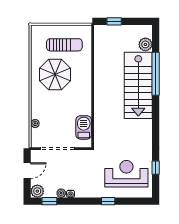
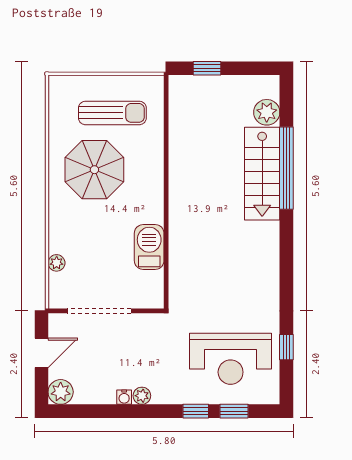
stairs: (138, 85) -> (262, 174), width x0.73, depth x0.66
barbecue: (84, 127) -> (149, 247), moved
reception desk: (126, 174) -> (231, 359), turned 180
plant: (61, 193) -> (142, 396), moved
window: (49, 201) -> (234, 411), moved

